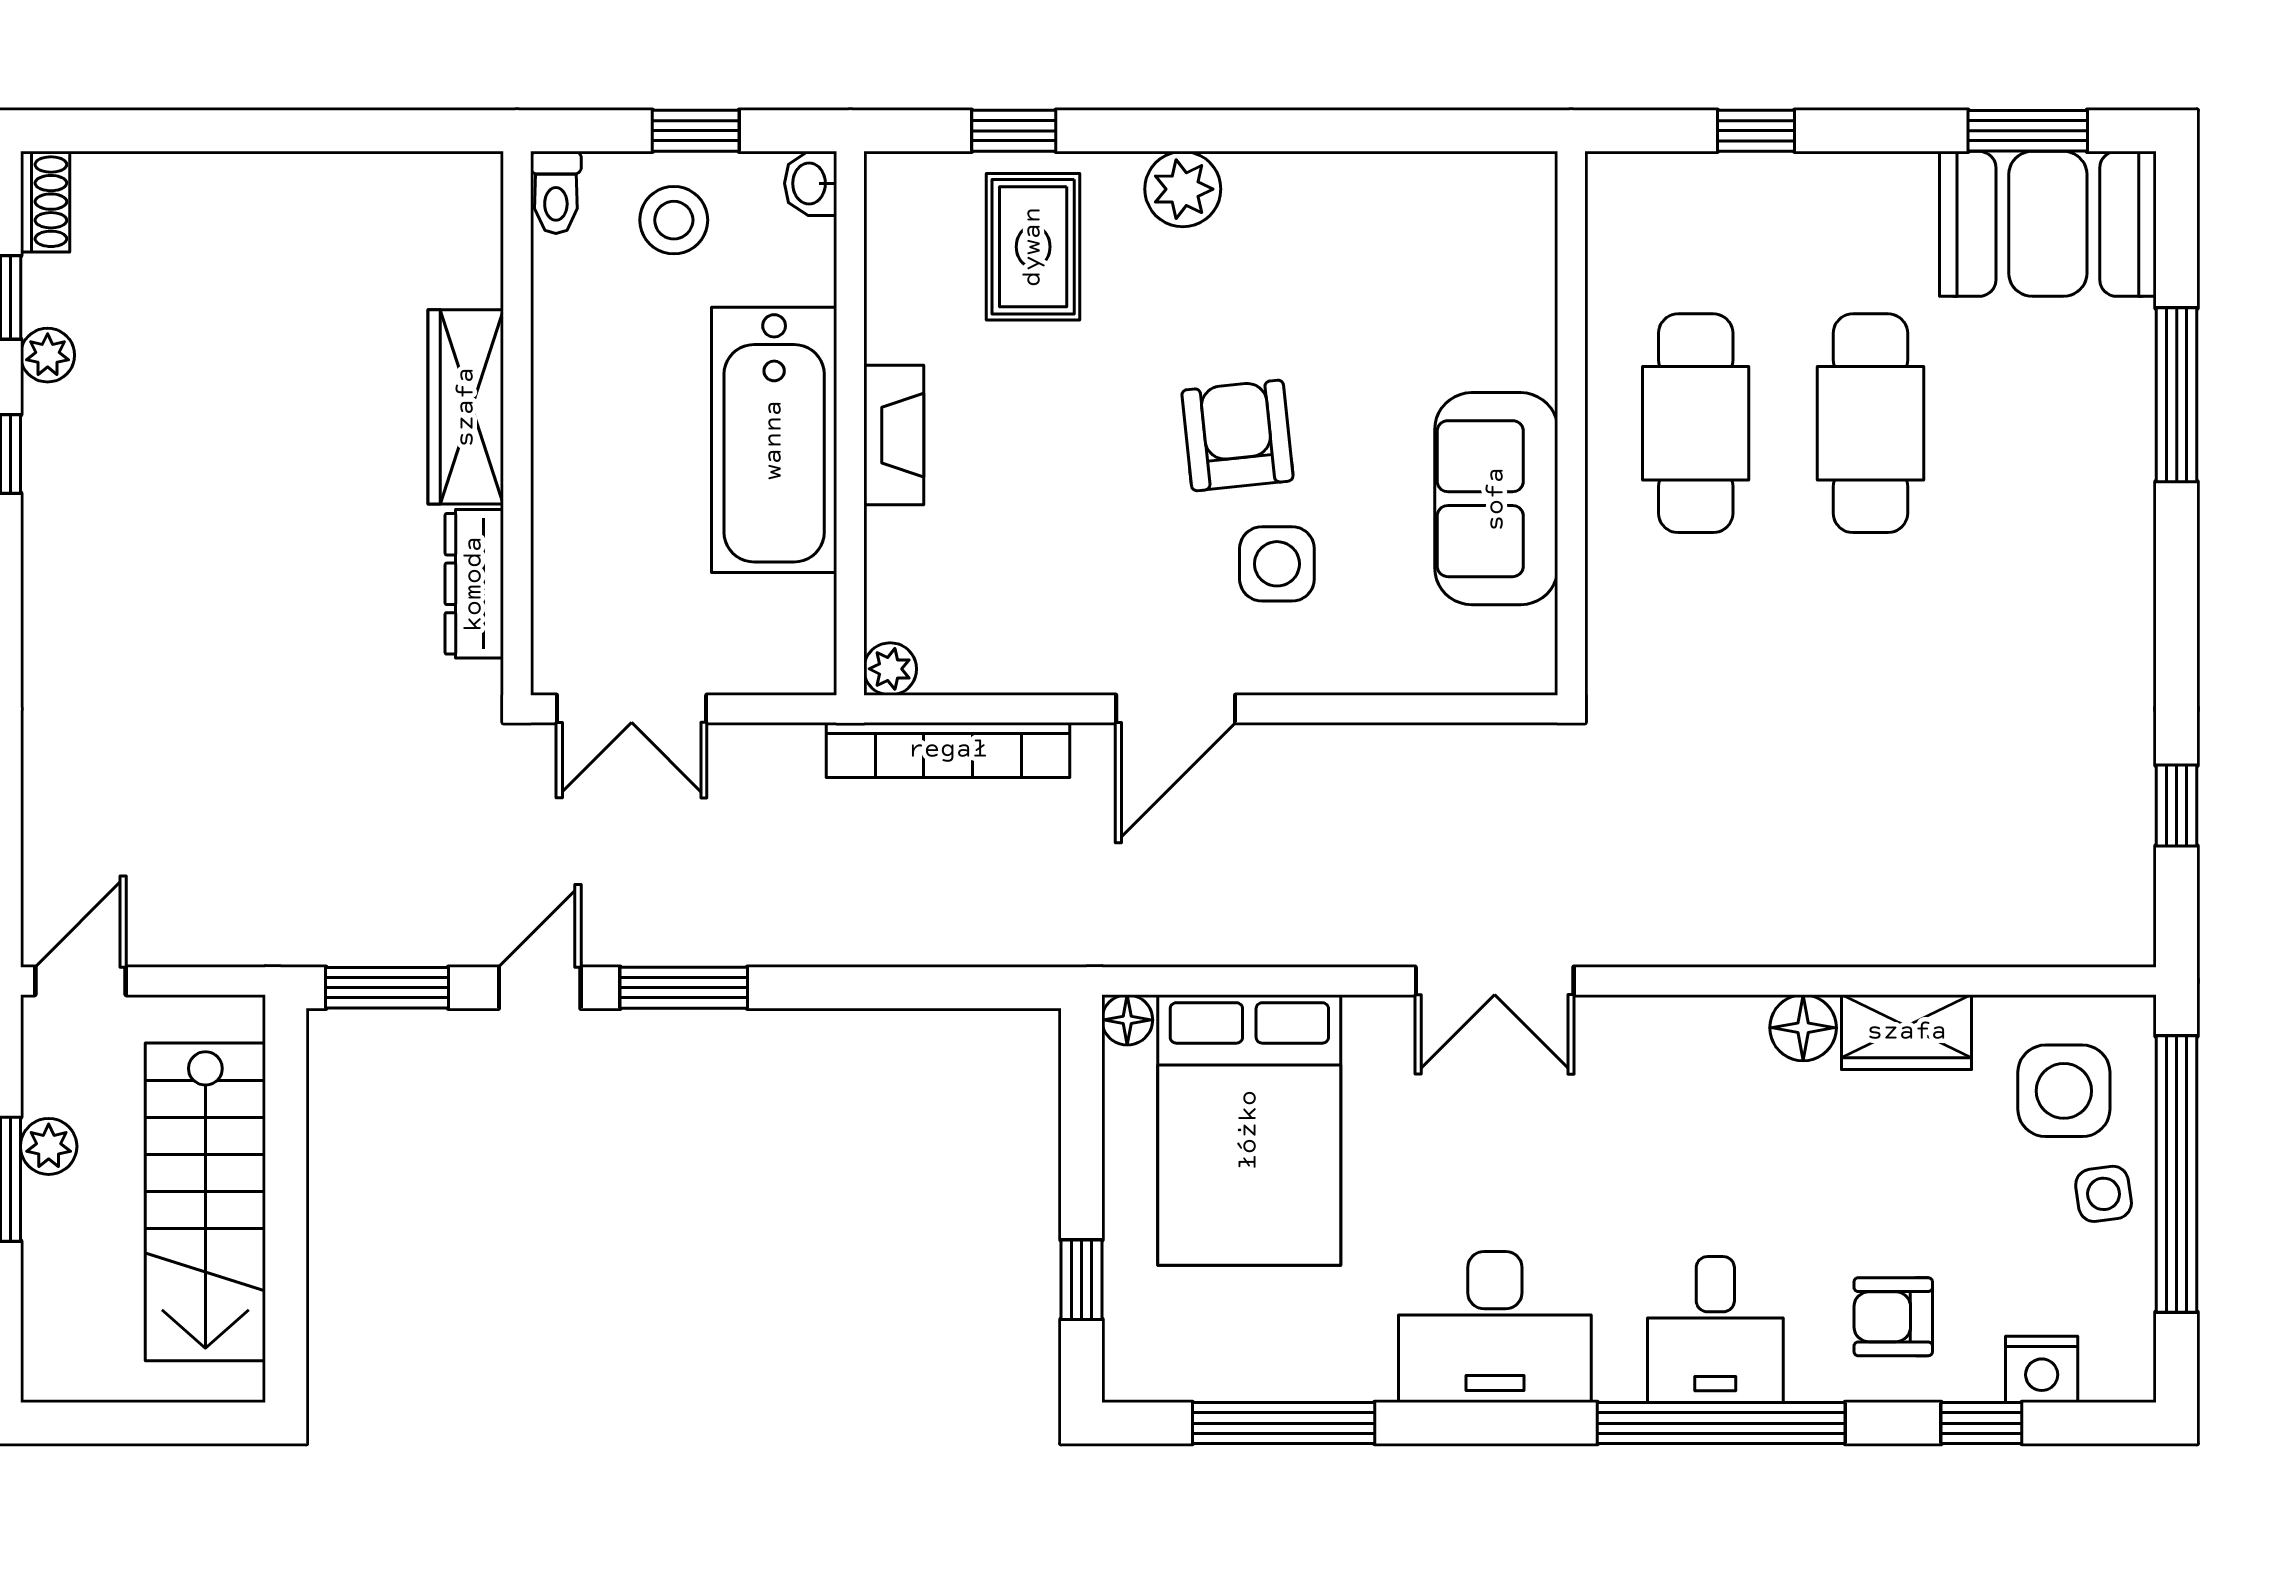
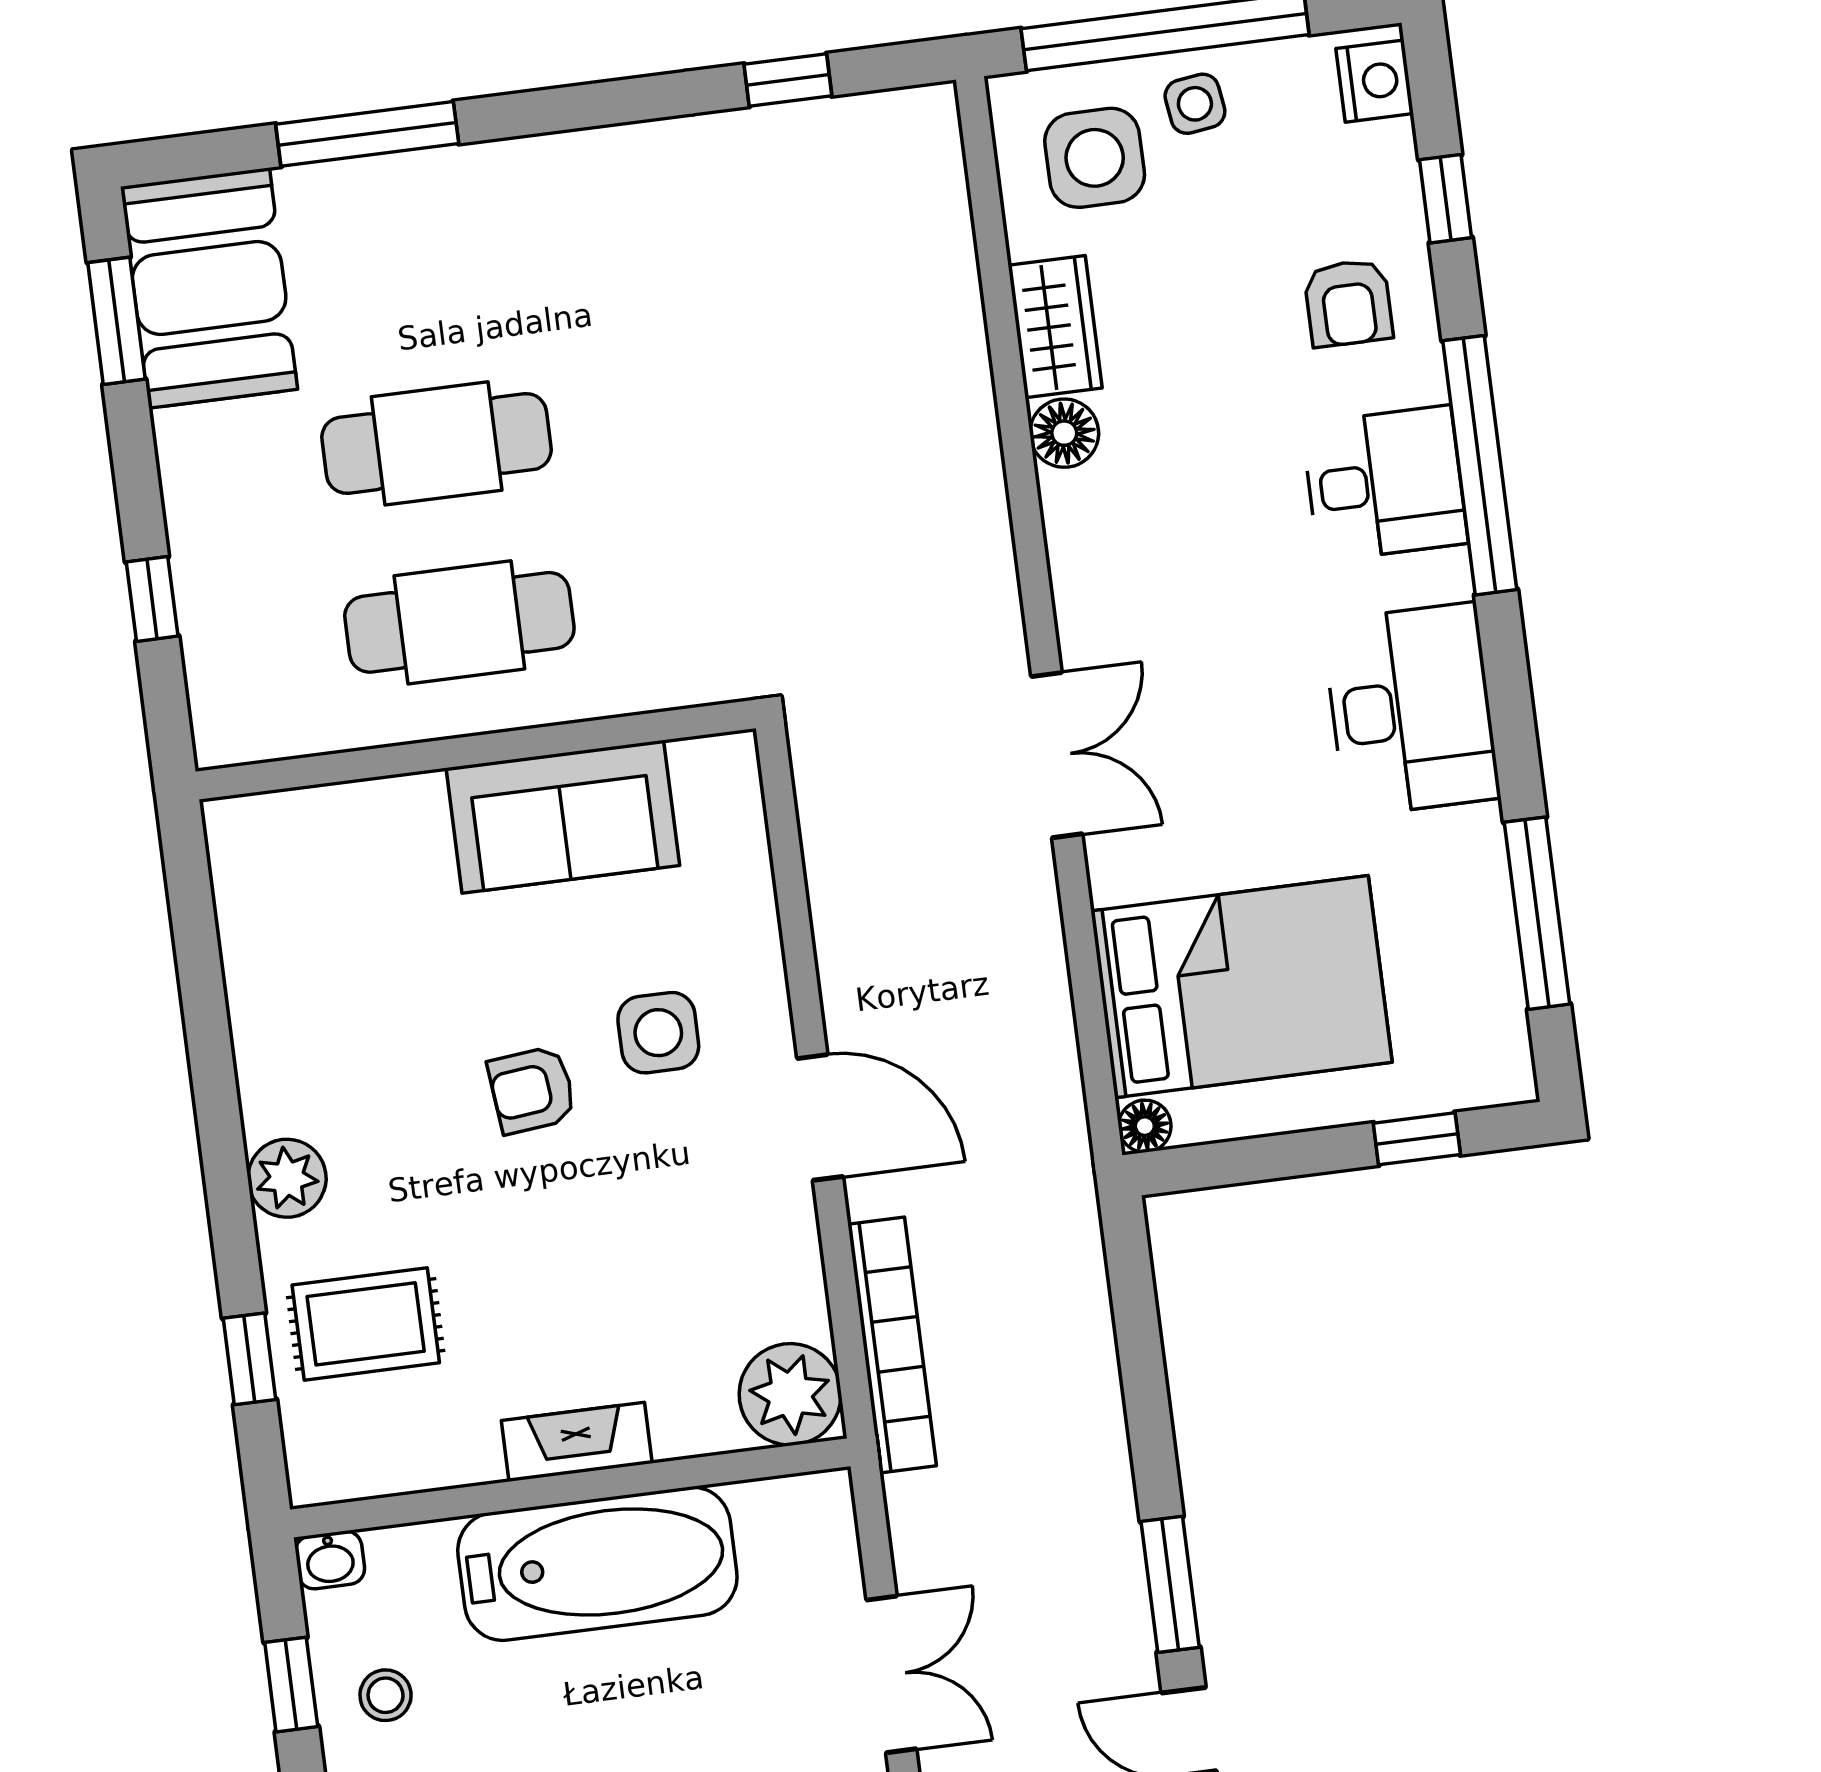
stool: (674, 220) -> (386, 1695), width x0.73, depth x0.73
armchair: (1237, 435) -> (532, 1090), width x0.72, depth x0.72
plant: (890, 669) -> (790, 1394), width x1.87, depth x1.87
nightstand: (2042, 1369) -> (1375, 81), moved

